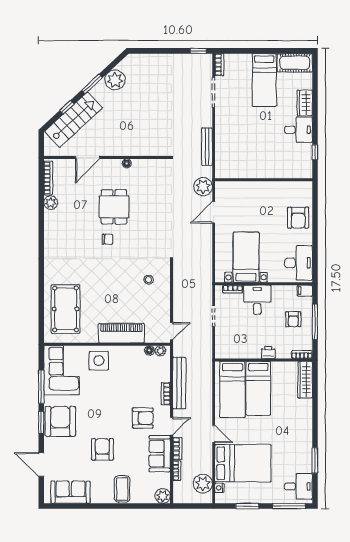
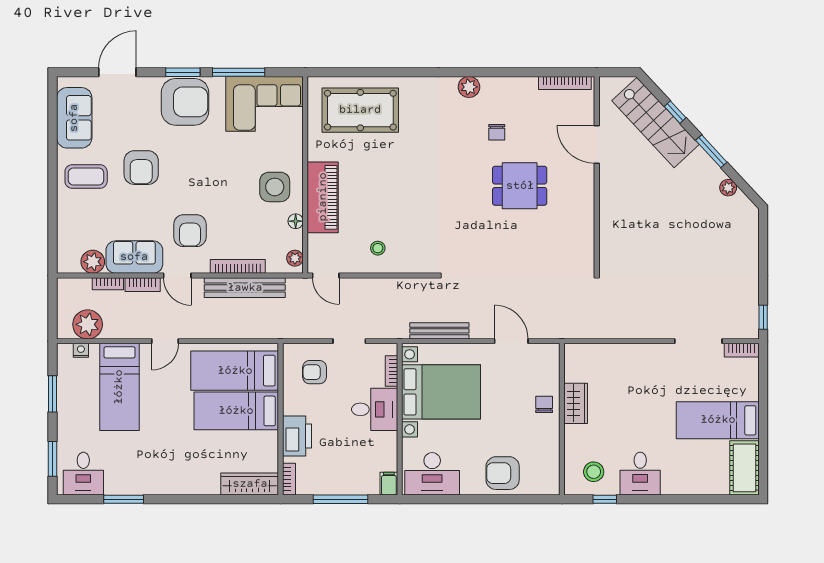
plant: (115, 80) -> (728, 188), width x0.53, depth x0.53
wardrobe: (305, 103) -> (576, 403), moved, turned 90
bench: (207, 147) -> (439, 331), moved
stool: (297, 159) -> (594, 472), added
floor lamp: (127, 163) -> (588, 206), removed
plant: (203, 187) -> (551, 325), removed
chair: (254, 191) -> (544, 404), added
plant: (51, 203) -> (469, 87), moved
chair: (107, 239) -> (497, 132), moved
bed with nightstands: (246, 257) -> (441, 392), width x1.36
stool: (149, 280) -> (378, 248), moved
armchair: (293, 319) -> (315, 372), moved
floor lamp: (149, 350) -> (296, 221), moved
printer: (268, 352) -> (297, 436), width x1.87, depth x1.48
side table: (99, 361) -> (275, 187), moved
bookcase: (166, 394) -> (238, 266), width x1.56
armchair: (102, 449) -> (141, 168), turned 90
bed: (243, 463) -> (119, 387), width x0.67
coffee table: (122, 489) -> (86, 176), moved
plant: (163, 496) -> (93, 262), moved
window: (289, 506) -> (53, 459), width x0.69

